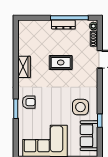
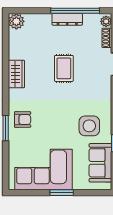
plant: (24, 26) -> (16, 21), added
rug: (61, 63) -> (64, 68), turned 90

